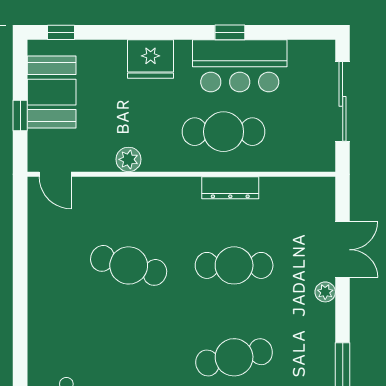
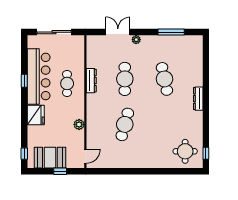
bar counter: (240, 66) -> (39, 76), width x1.36
cafe table: (224, 132) -> (67, 83), width x0.73, depth x0.74

